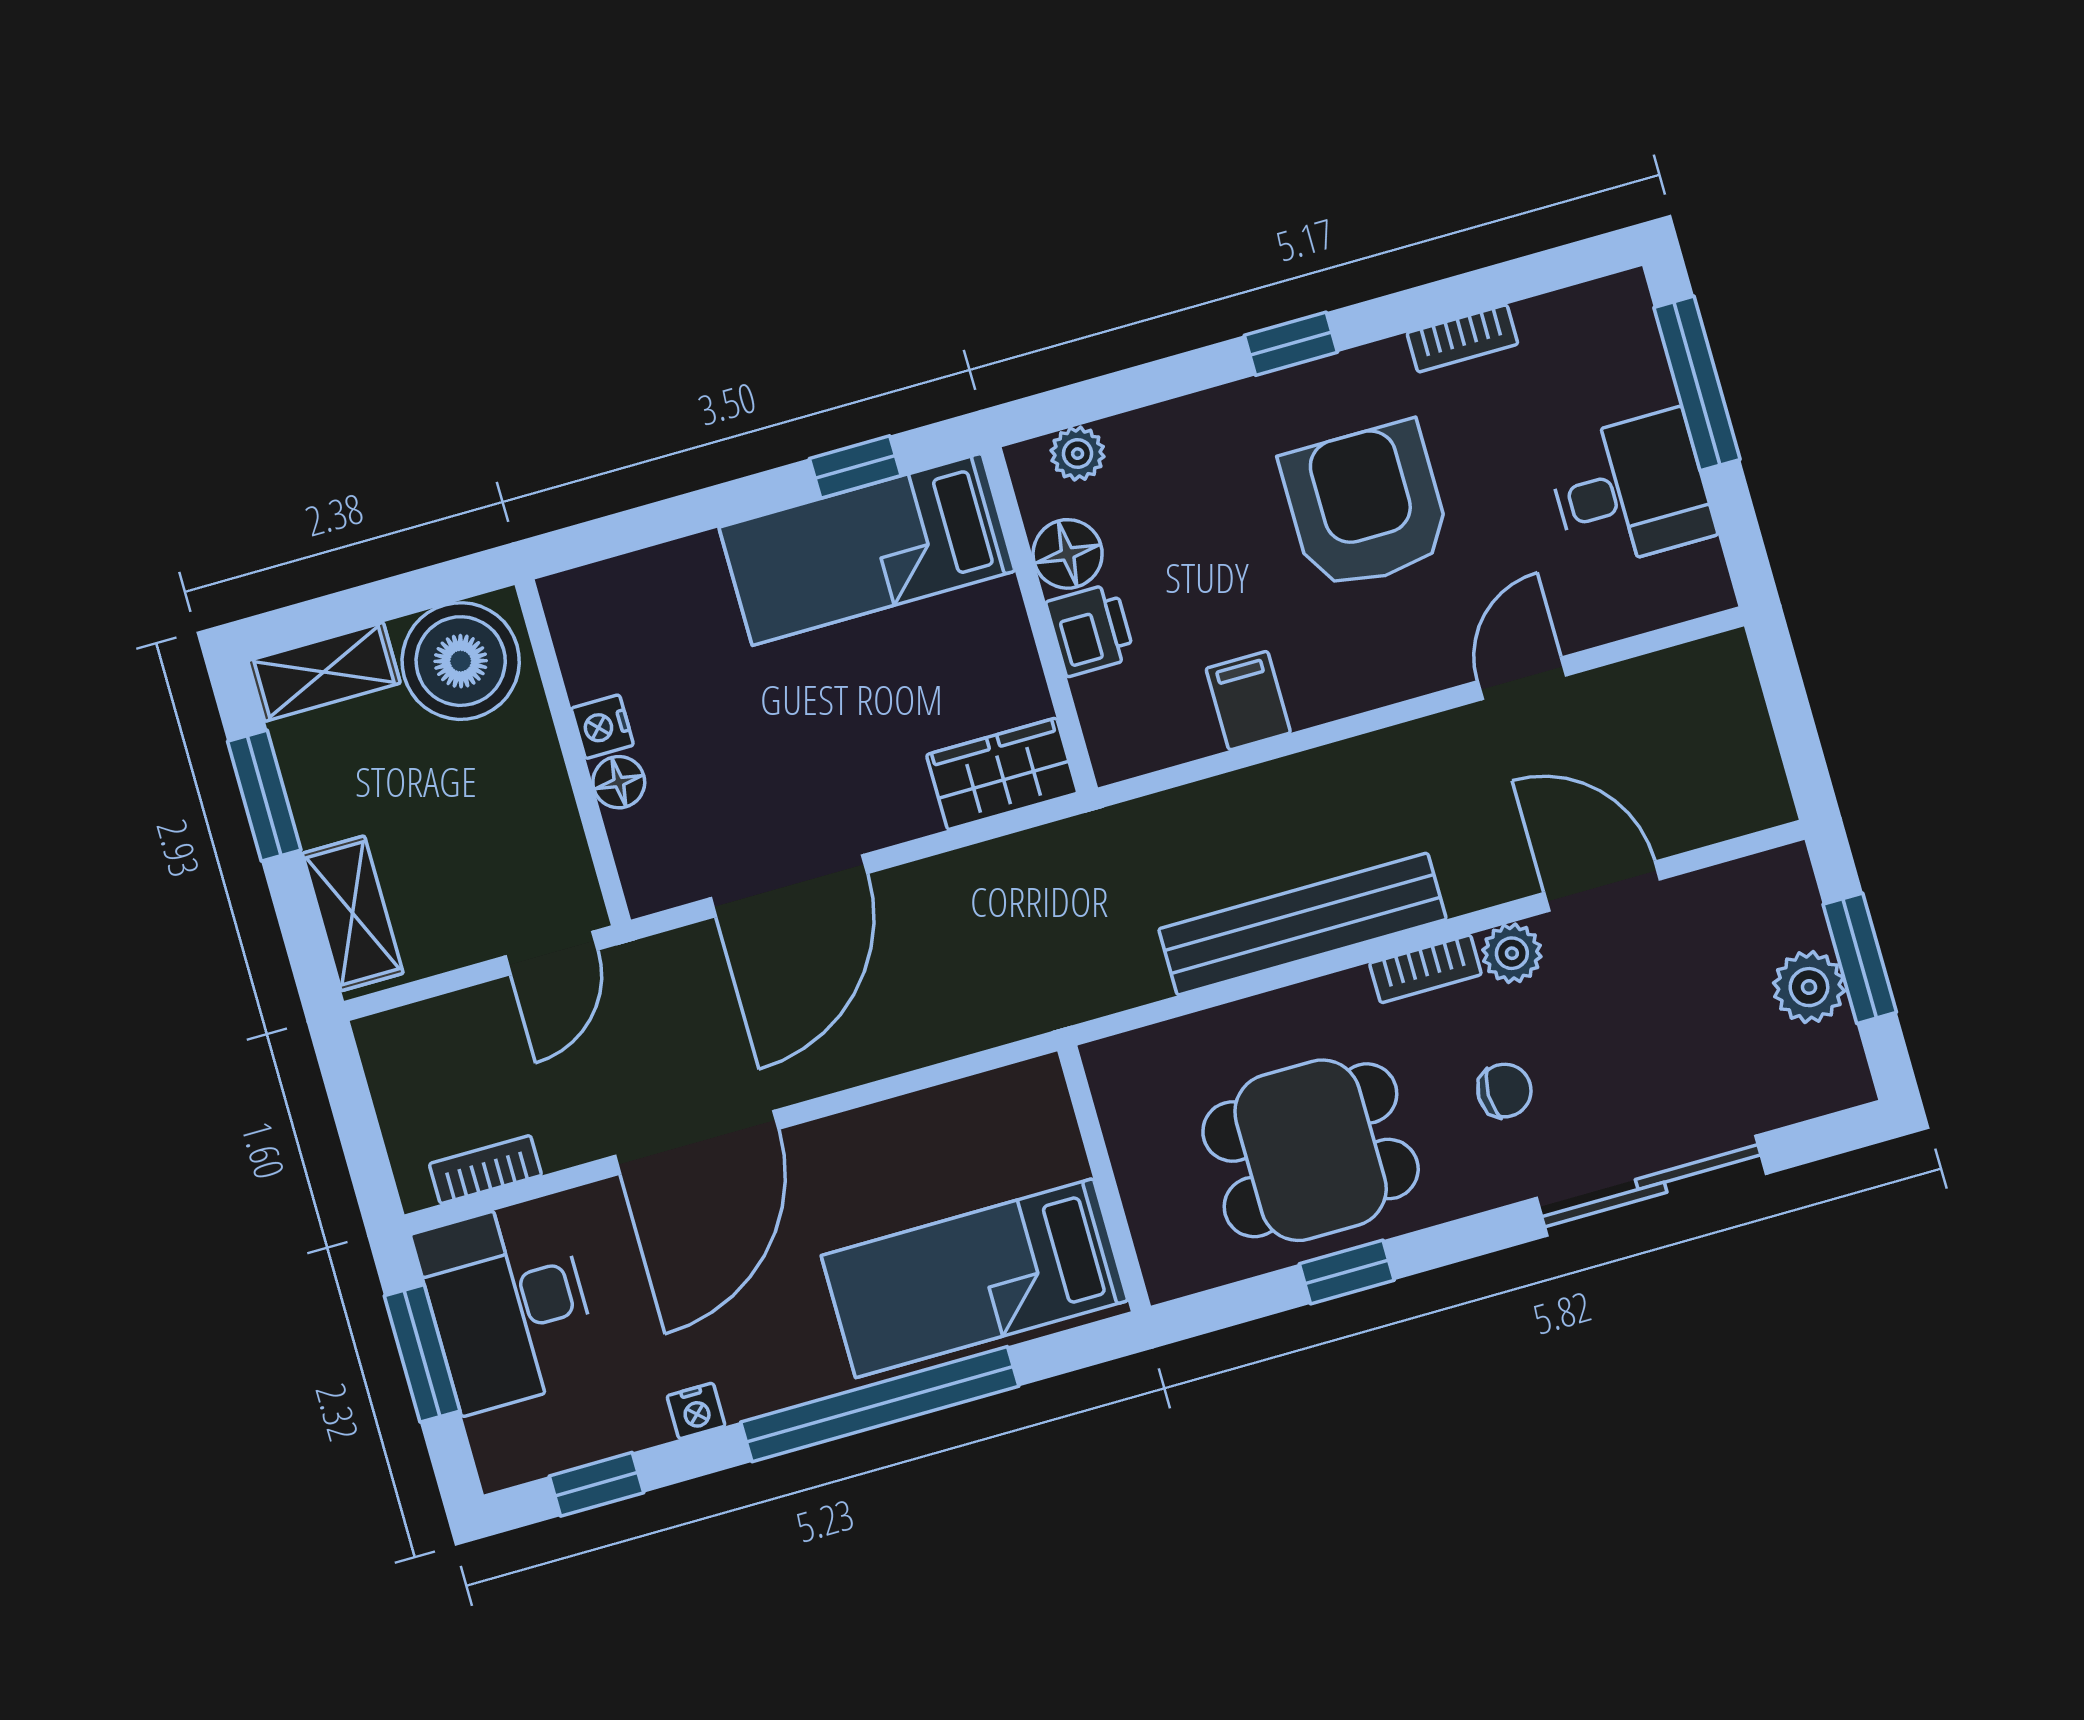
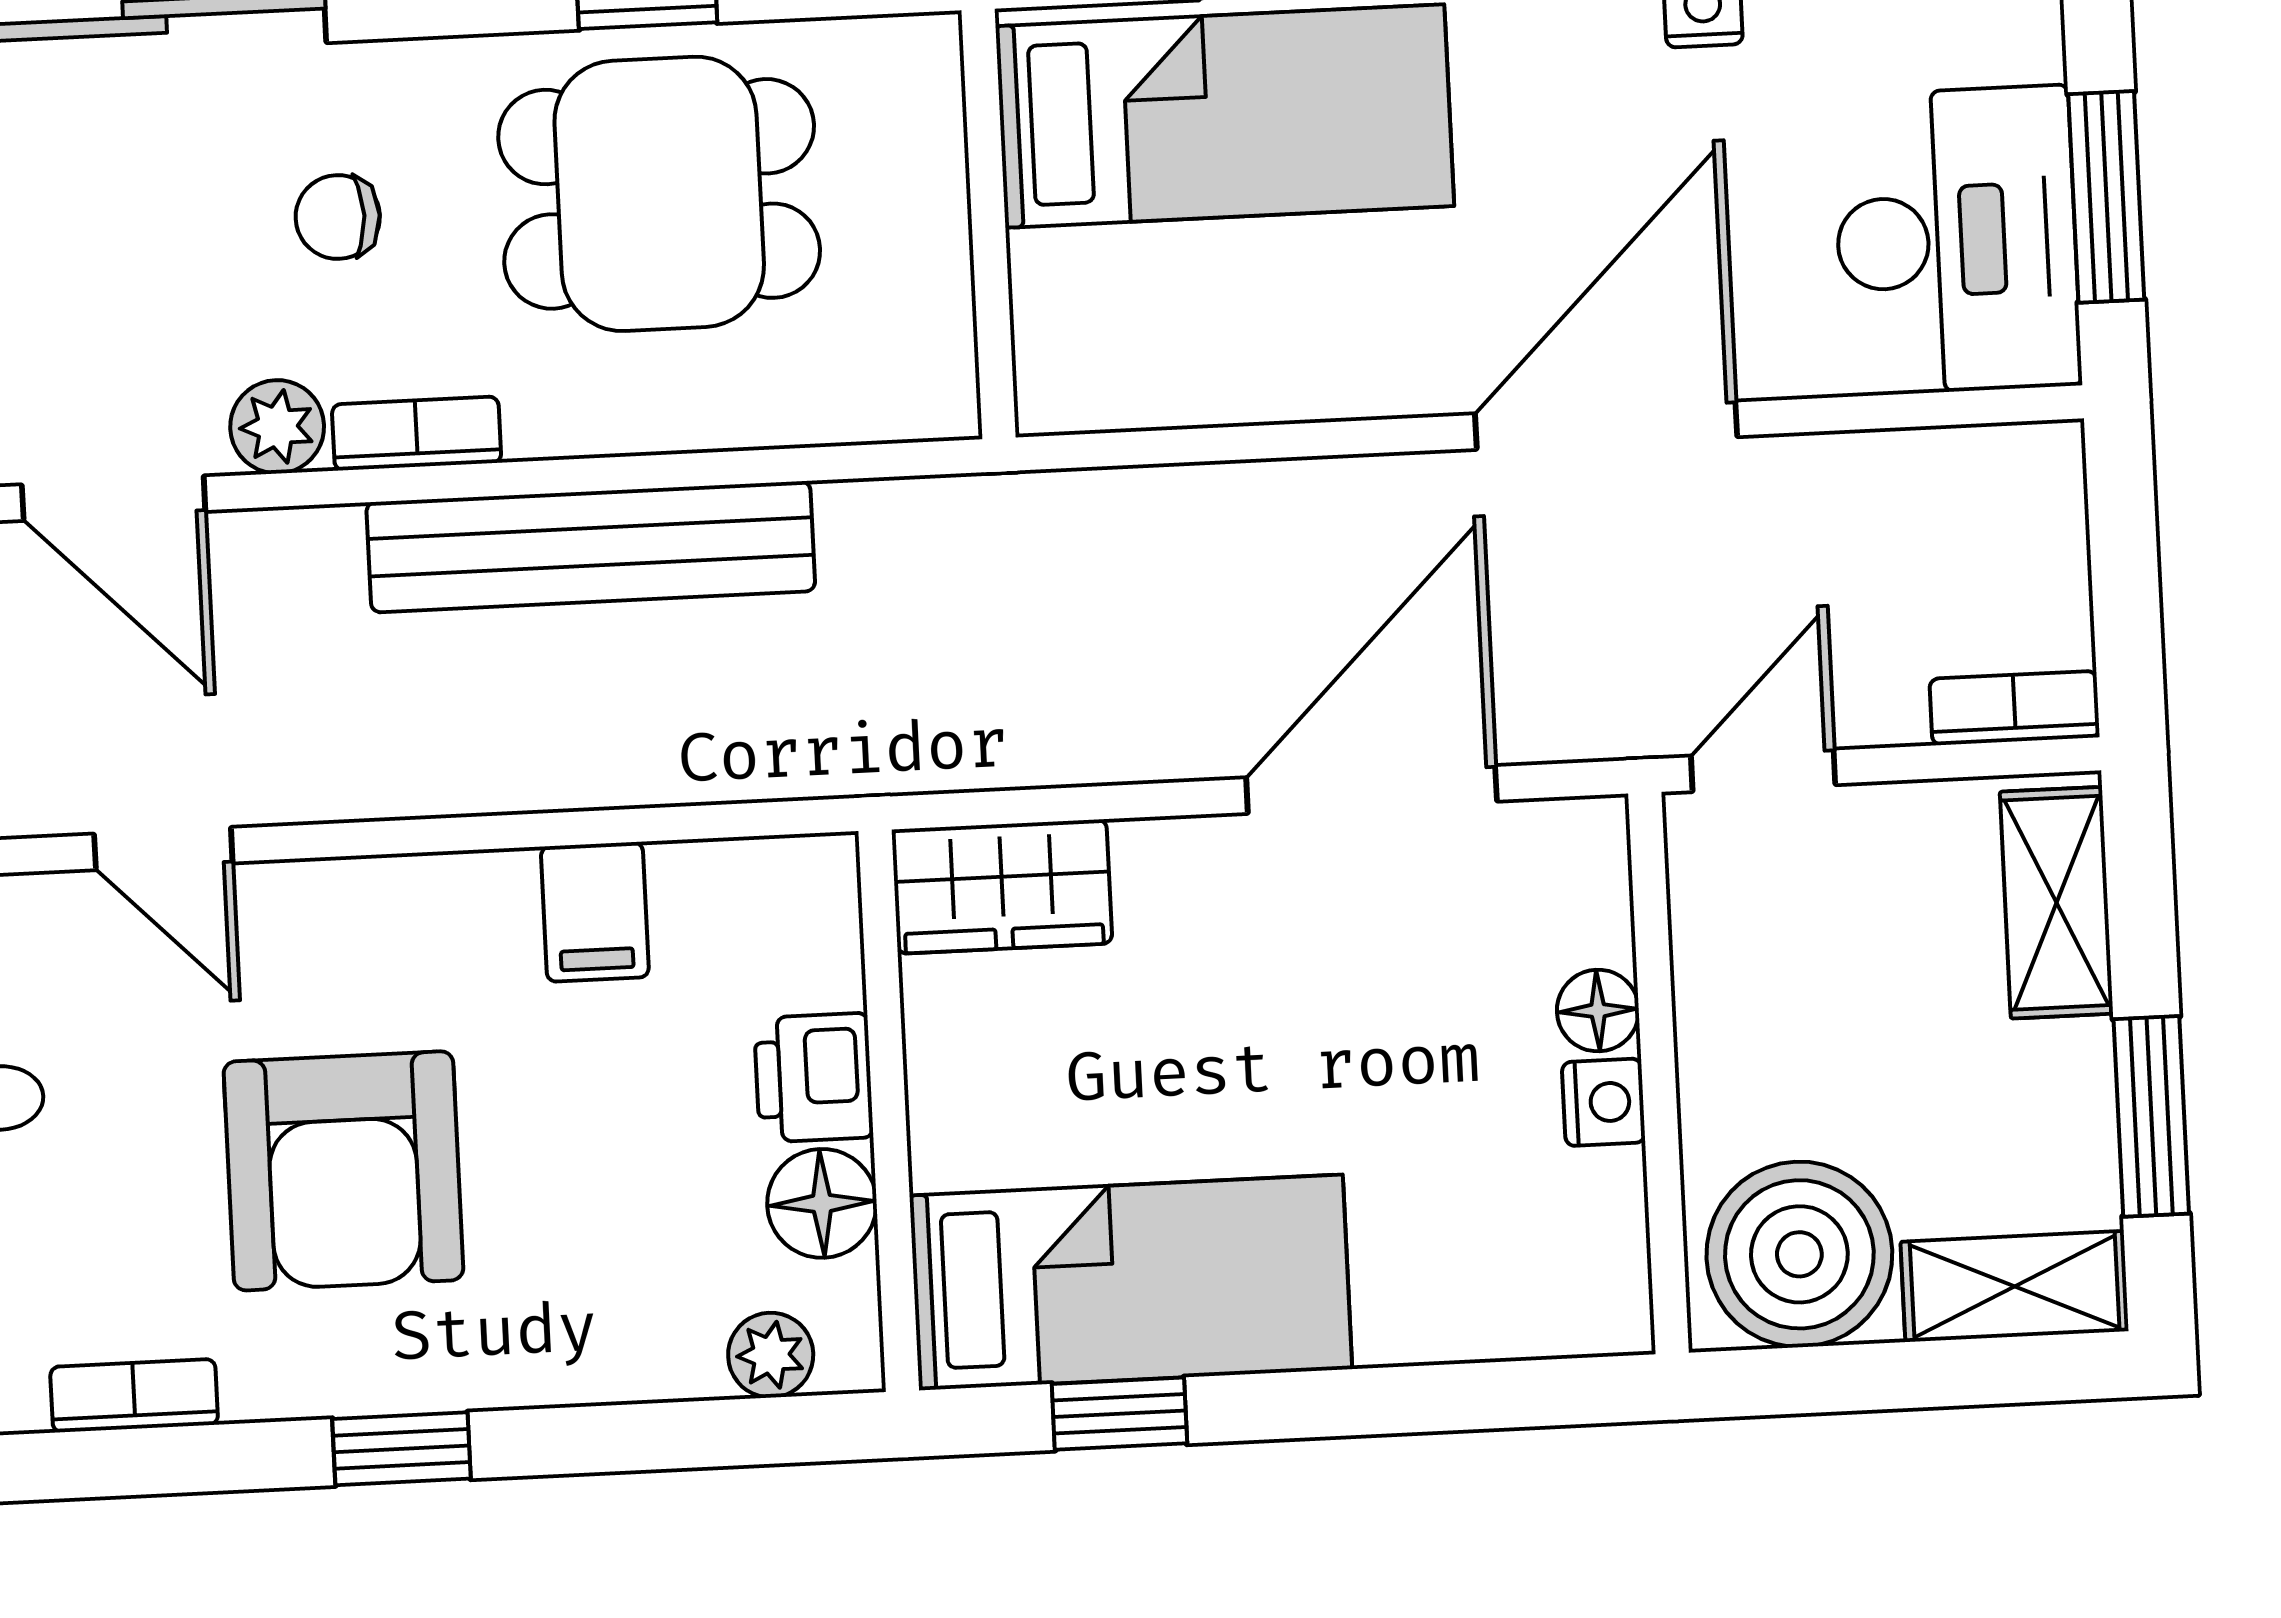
door: (1522, 678) -> (163, 849), hinge flipped
bookcase: (485, 1170) -> (2015, 708), moved, turned 180

